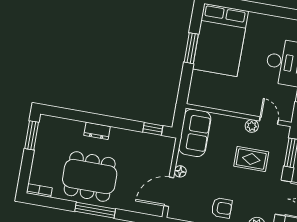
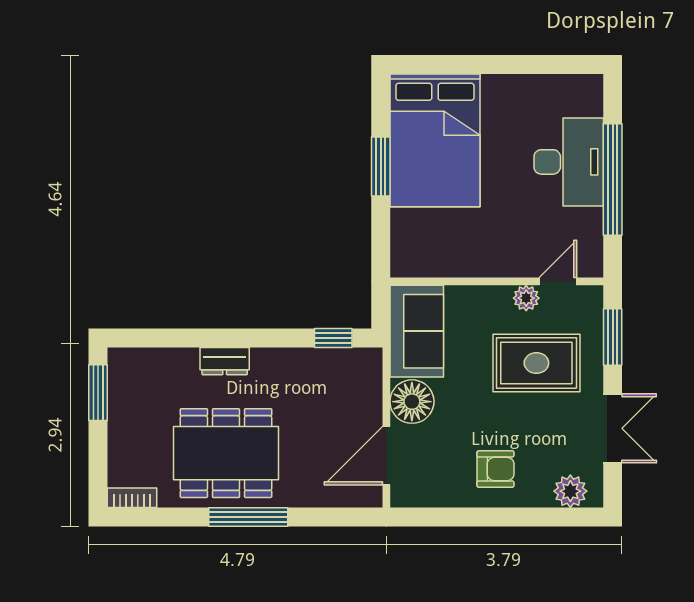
door: (269, 121) -> (558, 281), hinge flipped
rug: (251, 159) -> (536, 363), width x1.36, depth x1.43
floor lamp: (180, 171) -> (412, 402), width x1.89, depth x1.89

